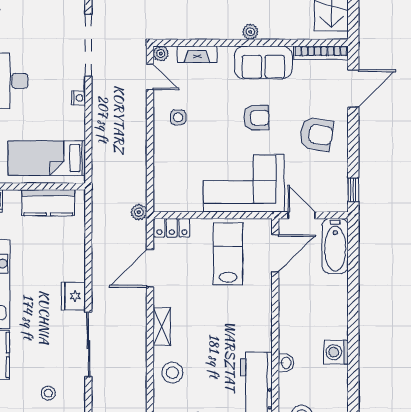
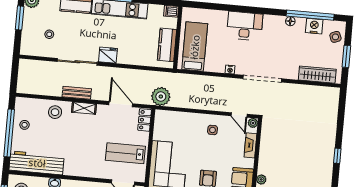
door: (150, 77) -> (239, 115), hinge flipped
plant: (139, 212) -> (161, 97), width x1.87, depth x1.87
lab bench: (228, 254) -> (125, 153), turned 180
bench: (138, 341) -> (77, 93), added

